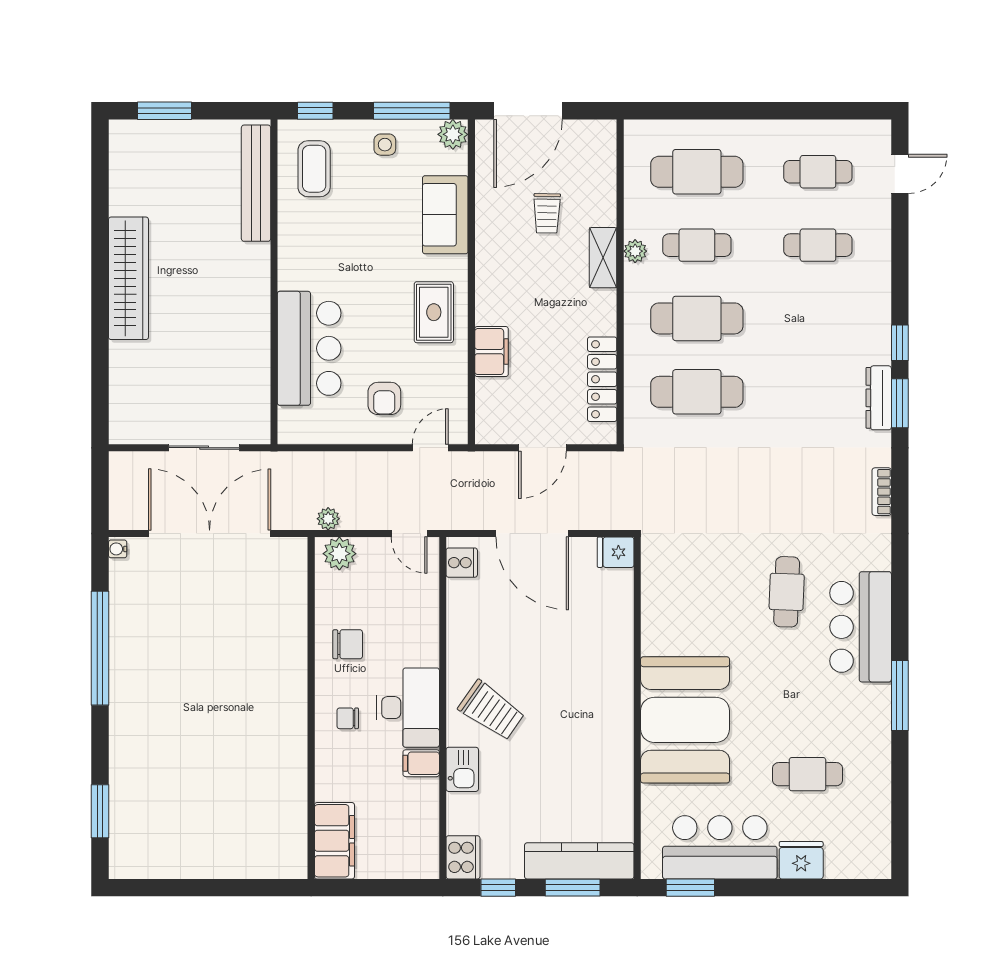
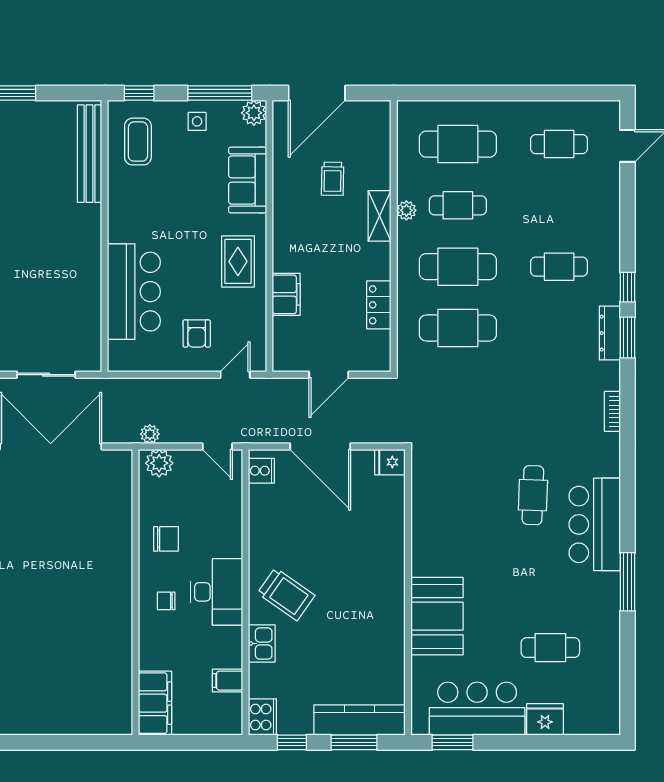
cafe table: (818, 245) -> (559, 267), moved
locker: (602, 379) -> (379, 305), width x0.66
booth: (685, 720) -> (437, 616), width x0.73, depth x0.70
filing cabinet: (421, 763) -> (227, 681), moved

